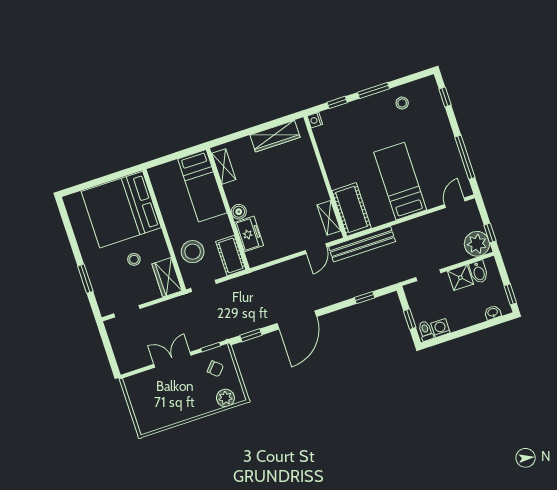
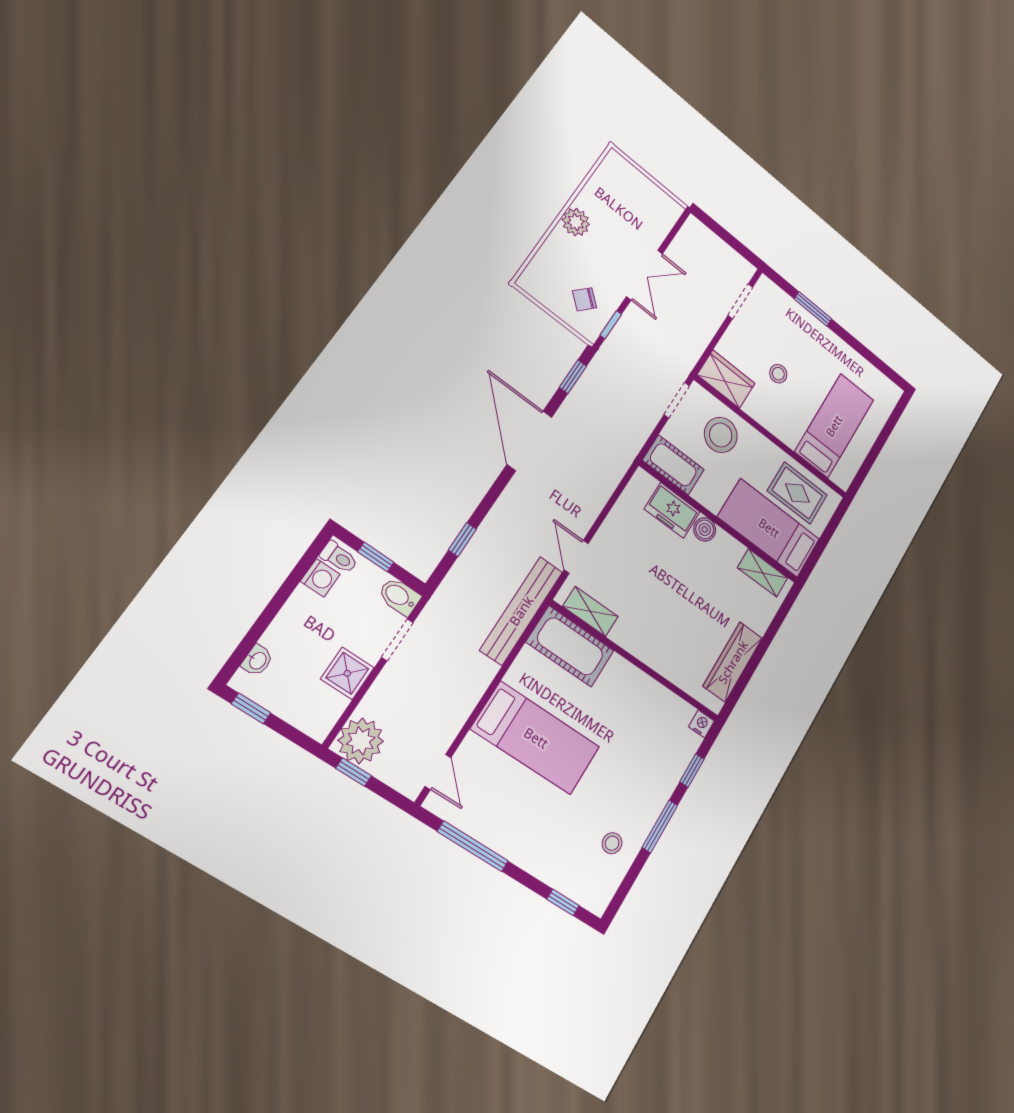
rug: (172, 191) -> (797, 493), added
bed: (121, 210) -> (834, 426), width x0.49
bidet: (479, 272) -> (399, 596), moved
plant: (225, 398) -> (576, 222), moved

